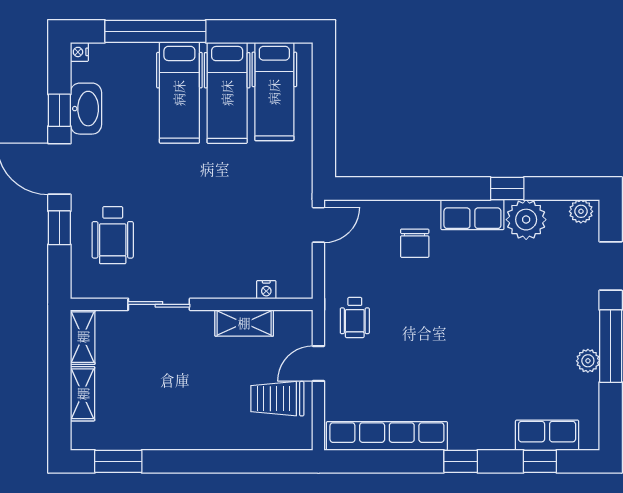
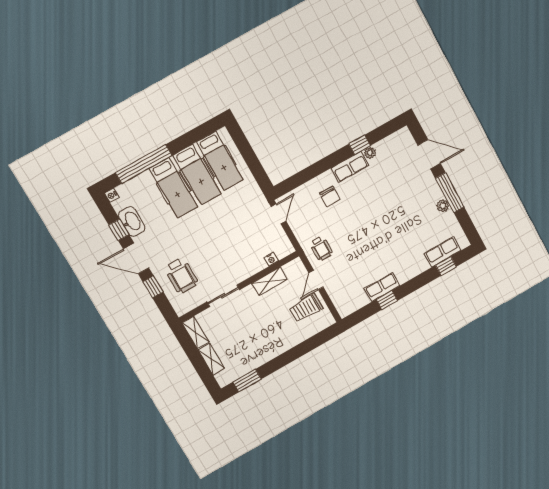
plant: (581, 211) -> (401, 136), removed
plant: (526, 220) -> (370, 153), width x0.53, depth x0.53
row of seats: (387, 436) -> (382, 287), width x0.50
window: (461, 461) -> (387, 300), moved

